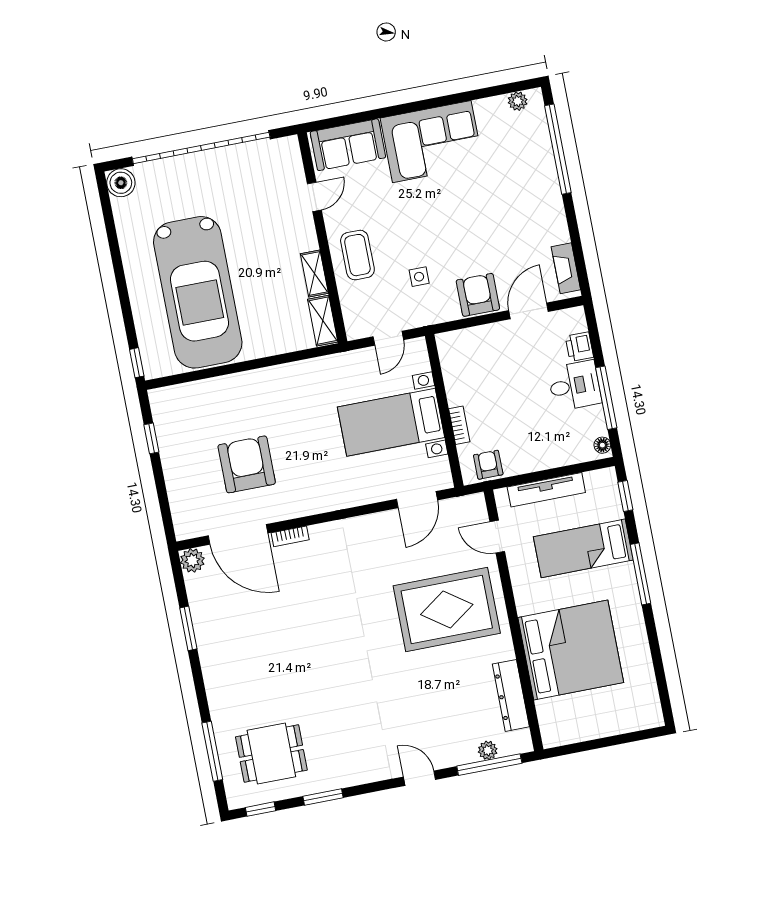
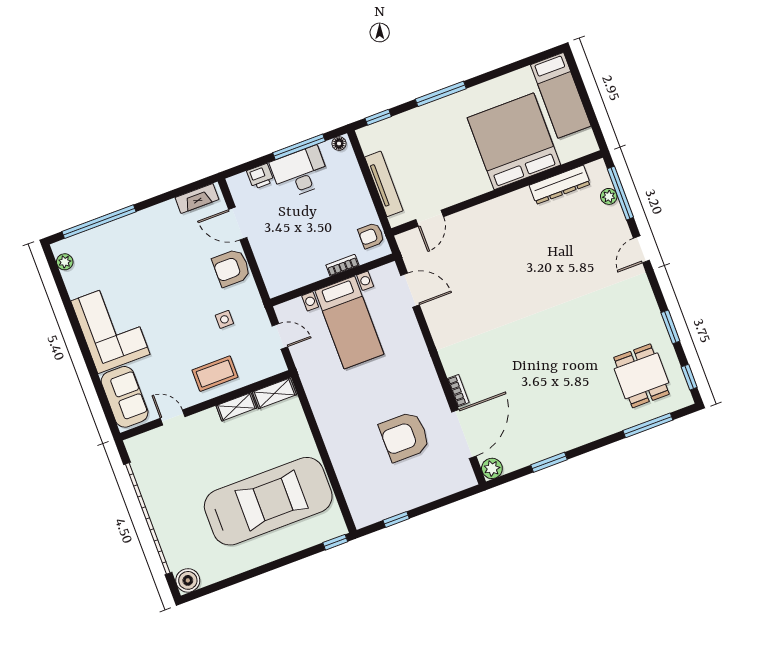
desk: (575, 386) -> (300, 172), width x1.37
bed: (583, 548) -> (561, 95), moved
rug: (447, 610) -> (497, 250), removed

